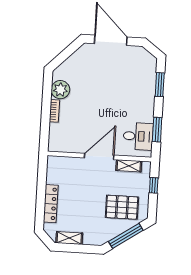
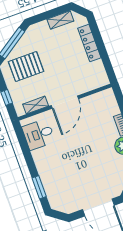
window: (157, 130) -> (25, 147), removed

